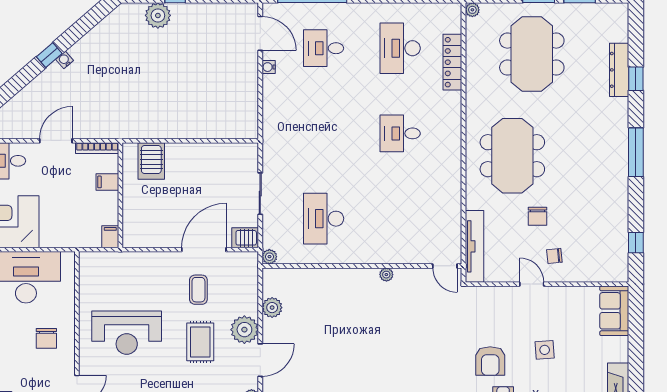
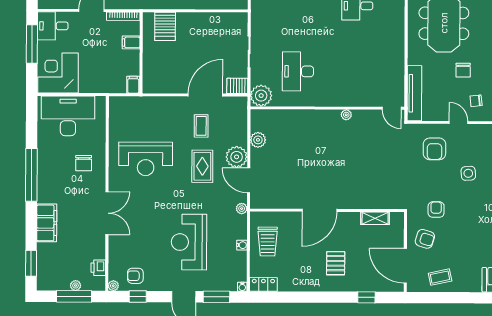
plant: (269, 257) -> (261, 96), width x1.88, depth x1.88
door: (260, 360) -> (249, 180), swing flipped
armchair: (490, 361) -> (434, 149), moved

